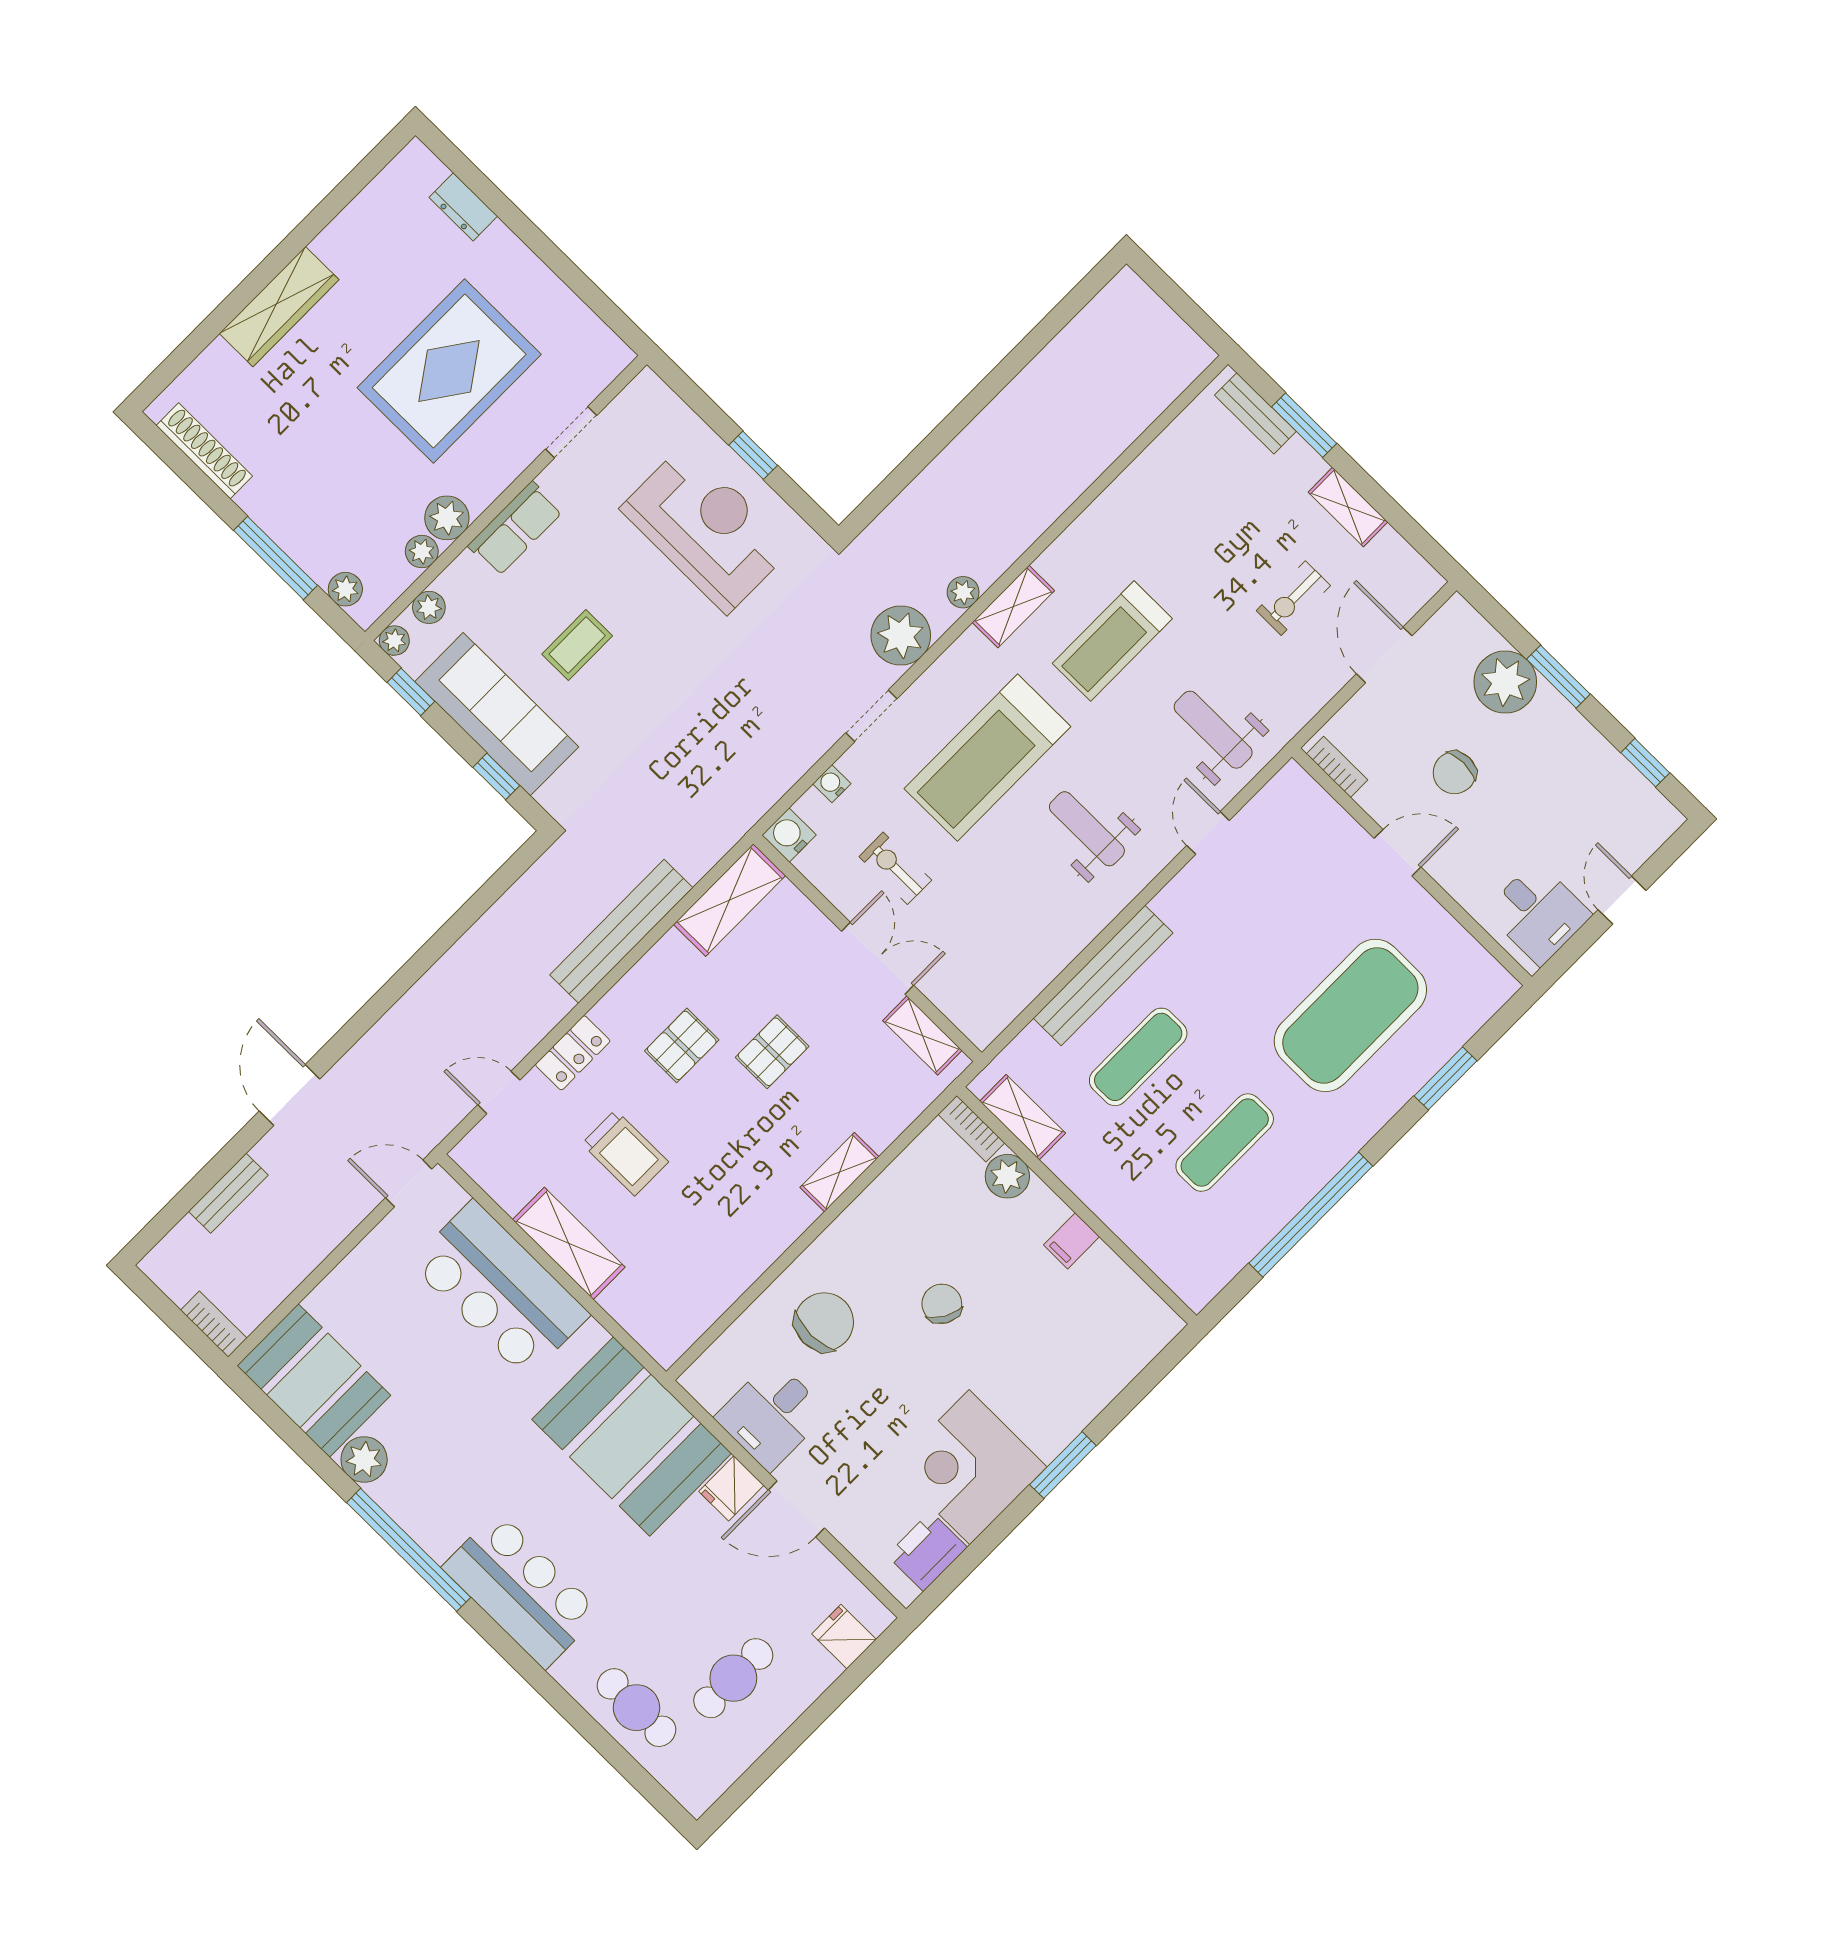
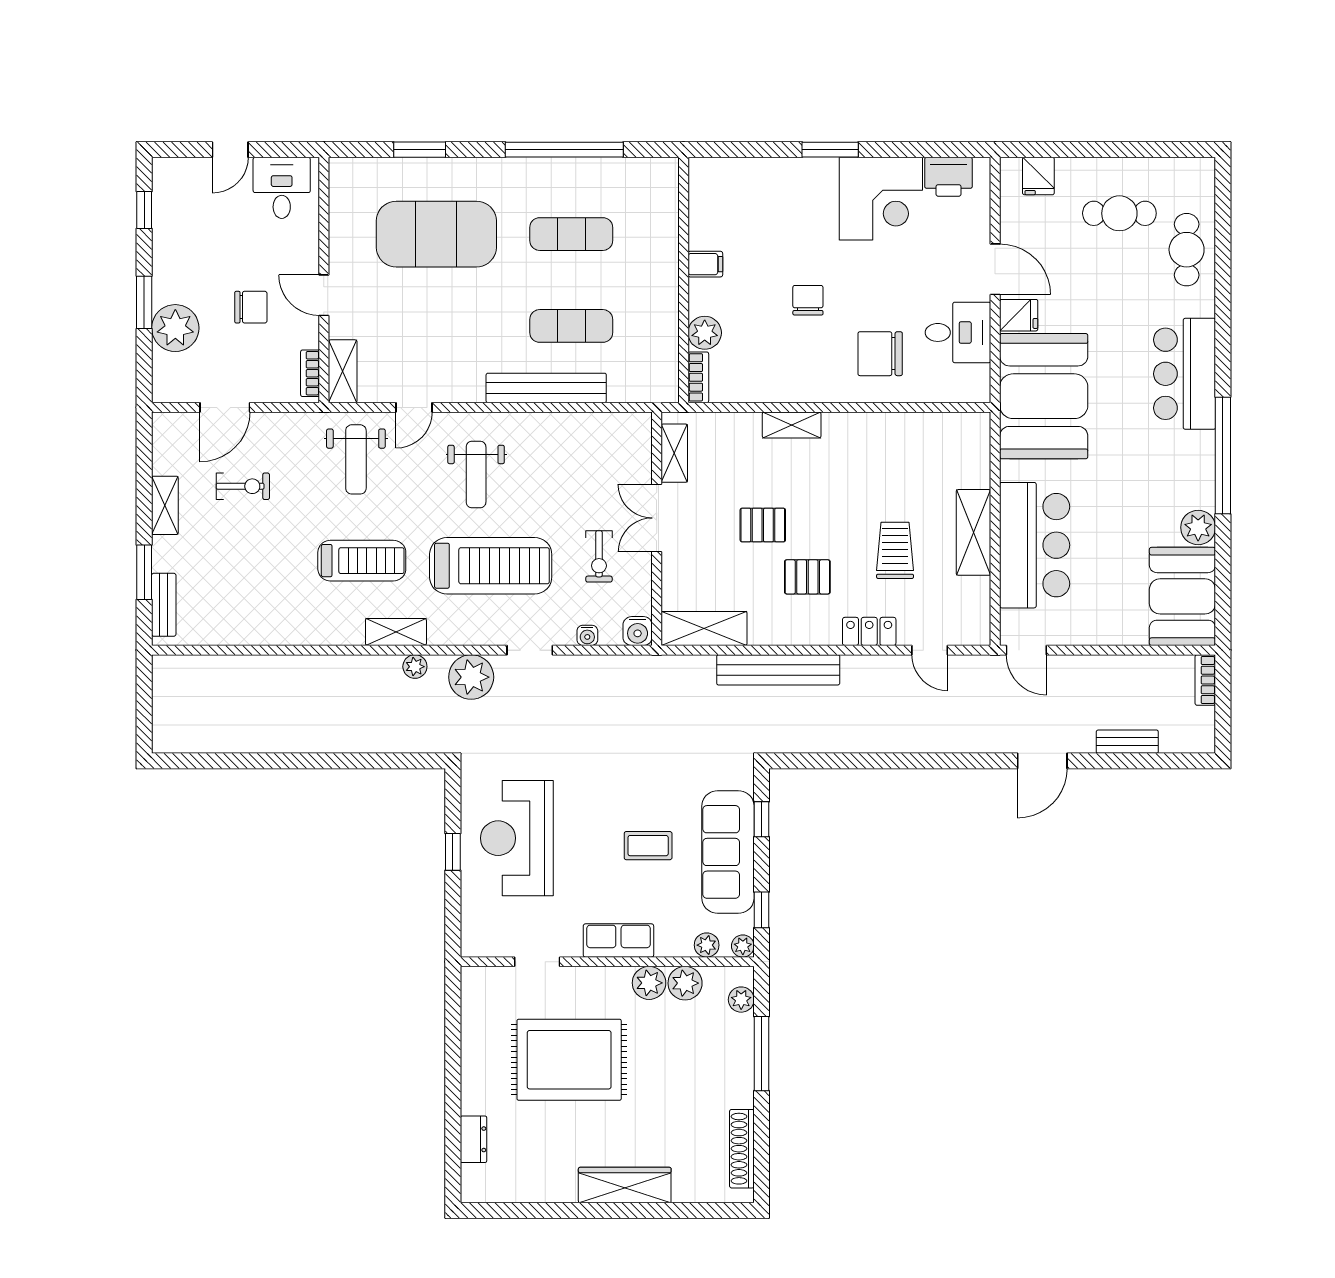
plant: (422, 552) -> (685, 983), width x1.38, depth x1.38
shelving: (1023, 1117) -> (343, 371), moved
chair: (942, 1304) -> (808, 300), turned 150

